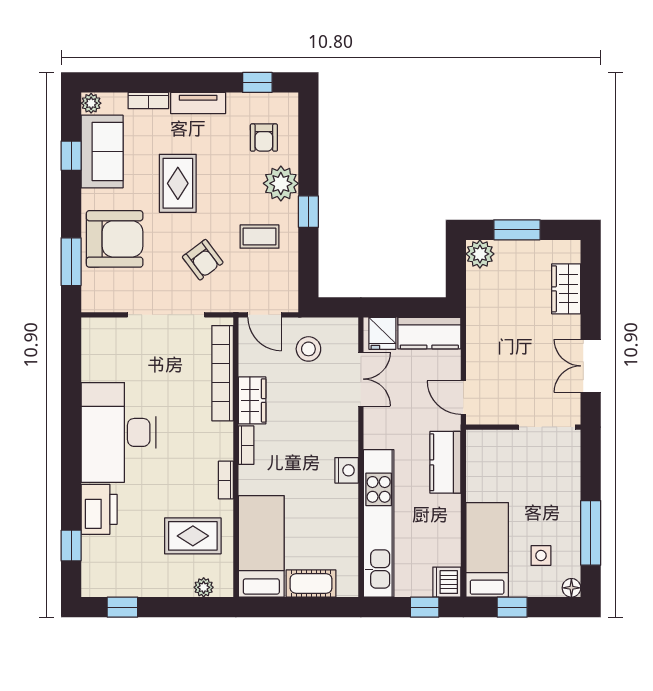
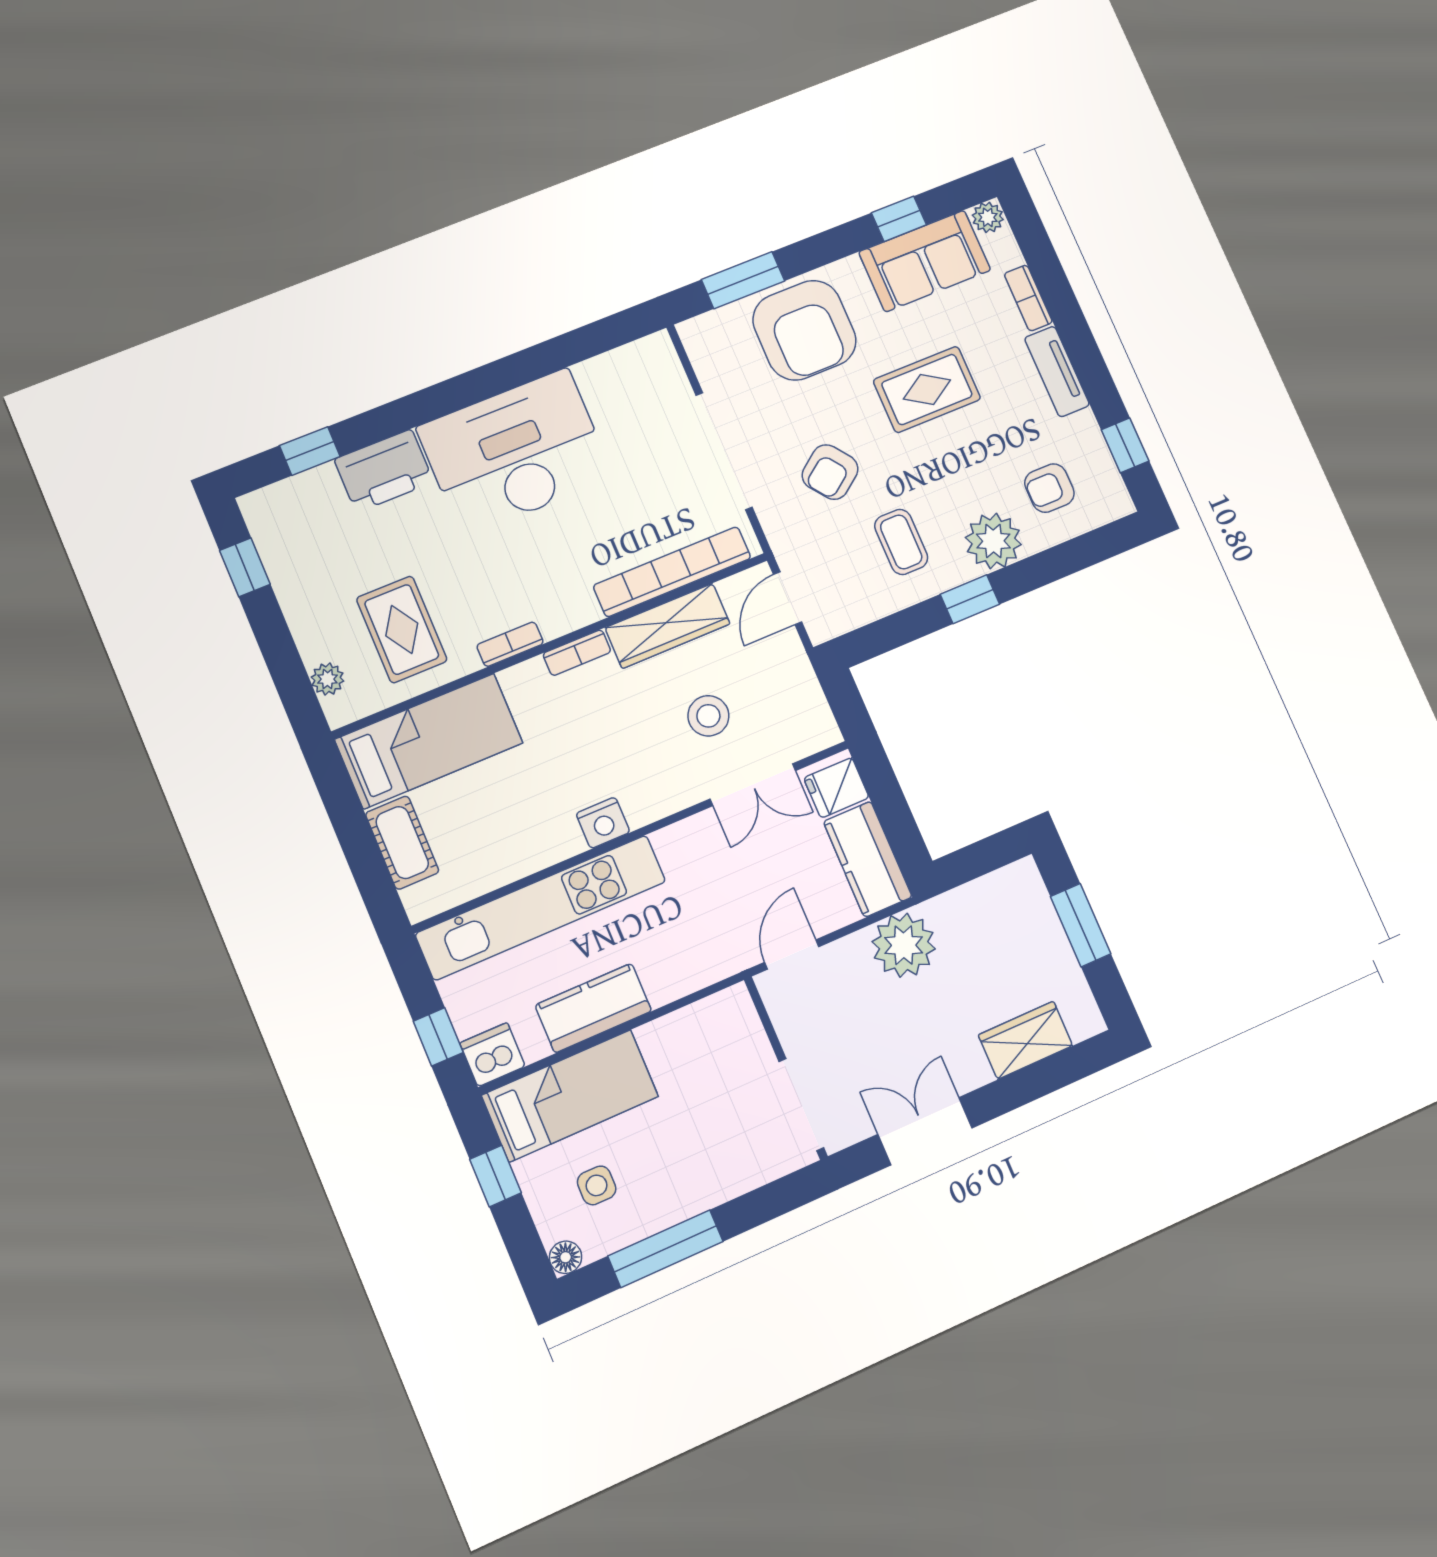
plant: (480, 254) -> (904, 945), moved, width x1.36, depth x1.36
stool: (308, 349) -> (708, 716), moved
wardrobe: (252, 400) -> (668, 626), width x1.50
kitchen counter: (445, 462) -> (593, 1008), moved

